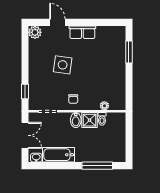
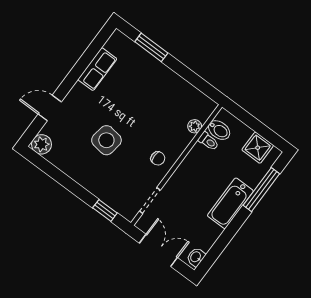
row of seats: (82, 32) -> (97, 69), moved
bidet: (76, 120) -> (219, 130), moved
shower: (90, 120) -> (258, 148), moved
bathtub: (59, 155) -> (230, 203), moved

